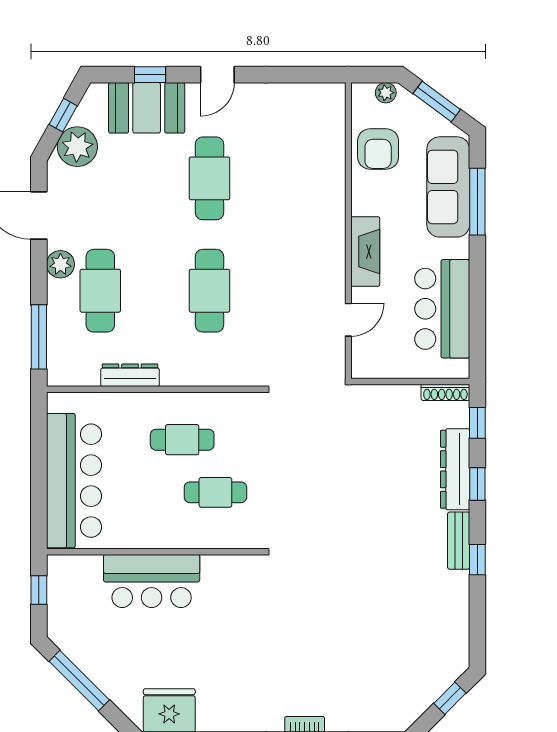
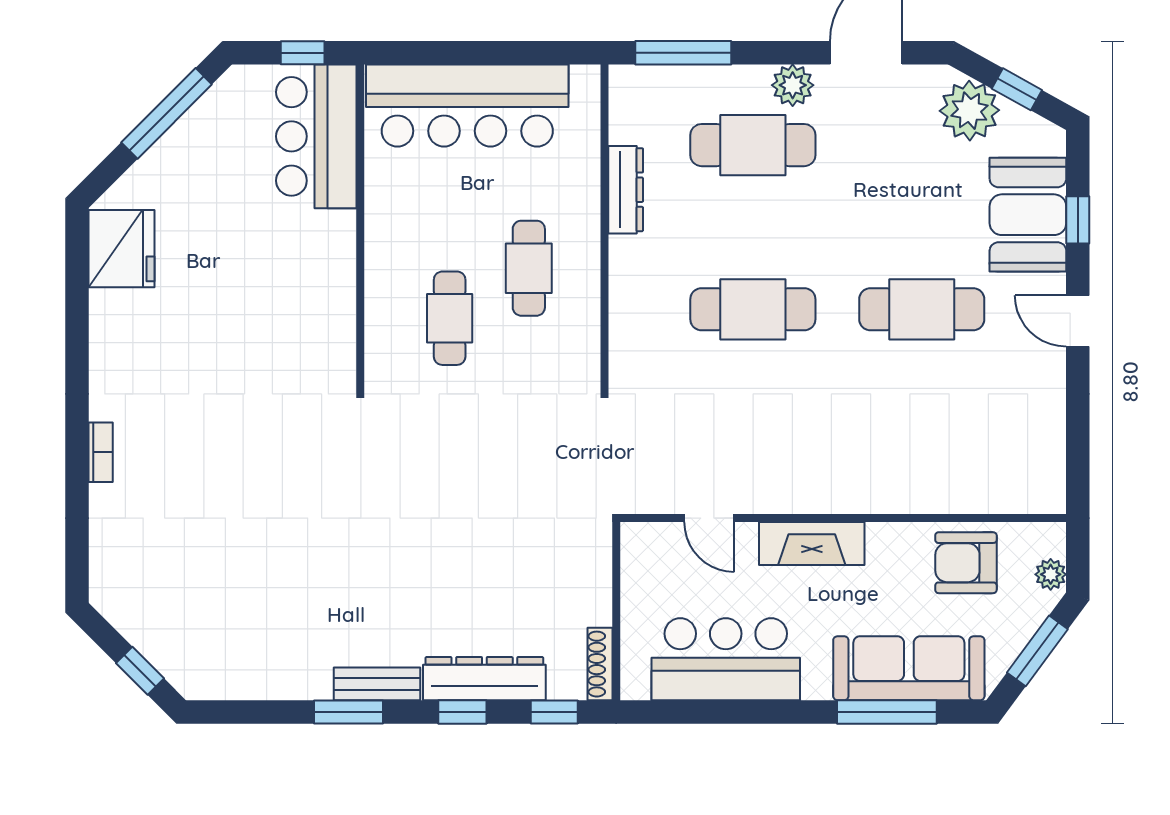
window: (477, 560) -> (349, 712), width x1.50
bar counter: (152, 581) -> (316, 136), moved

